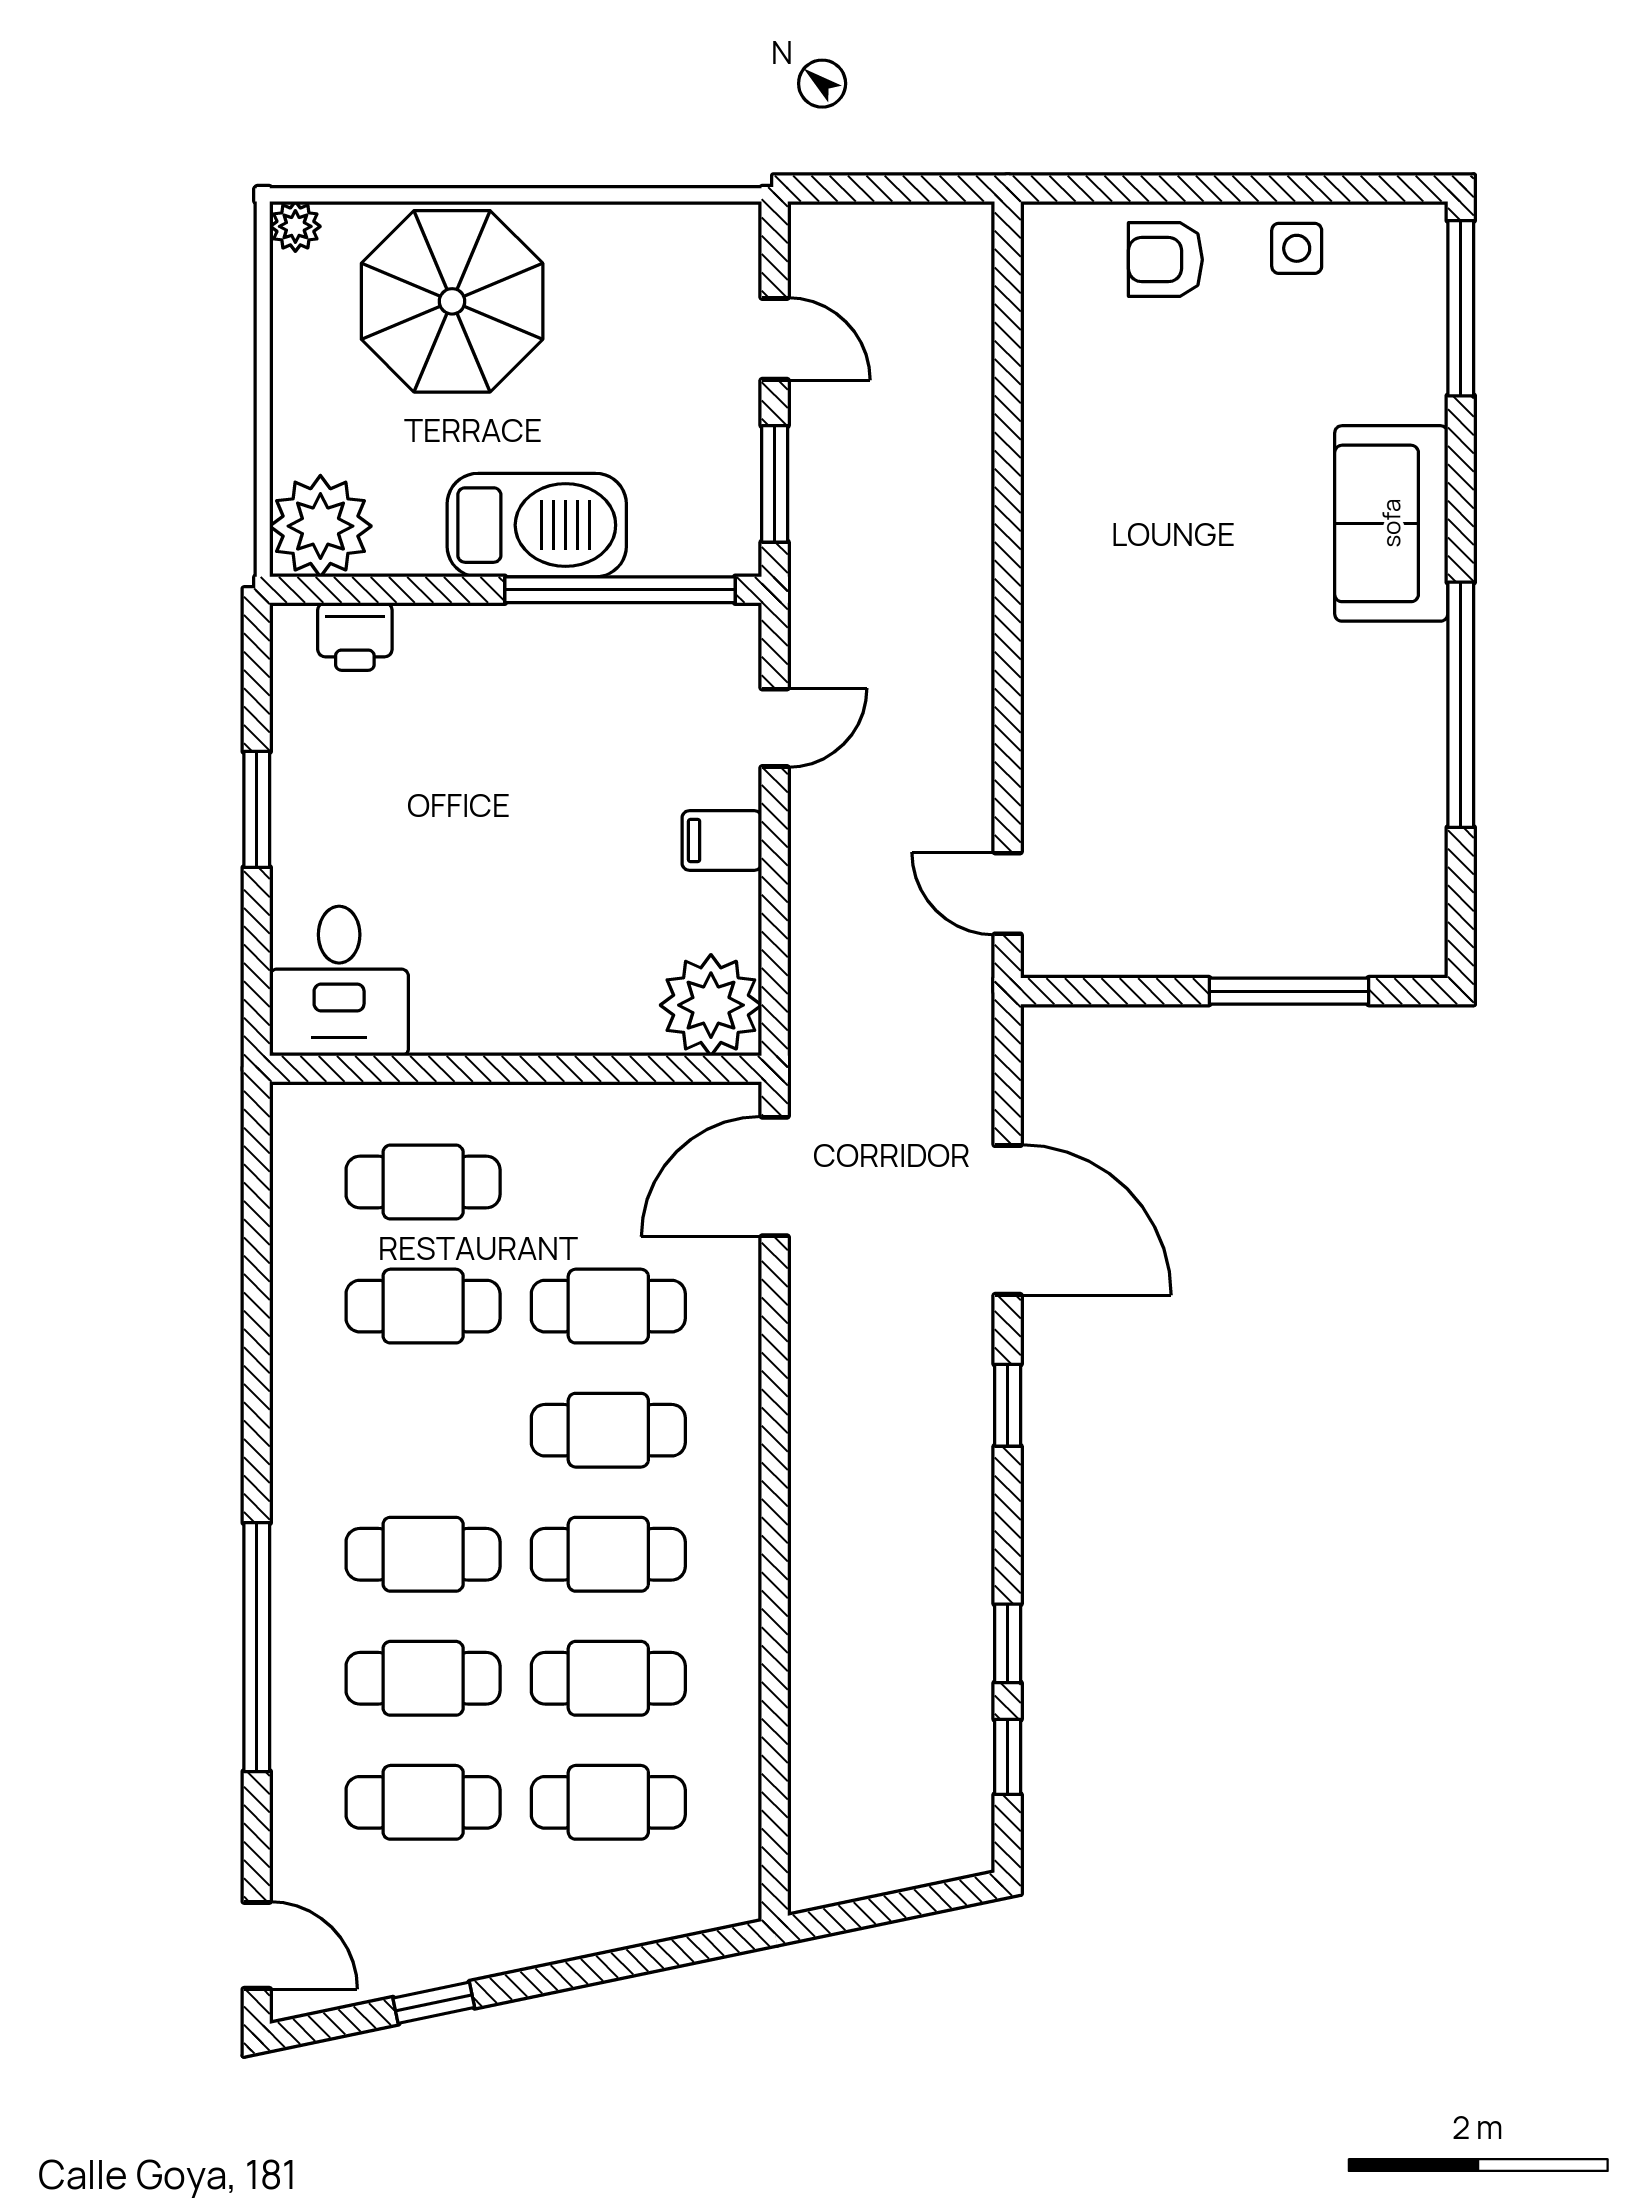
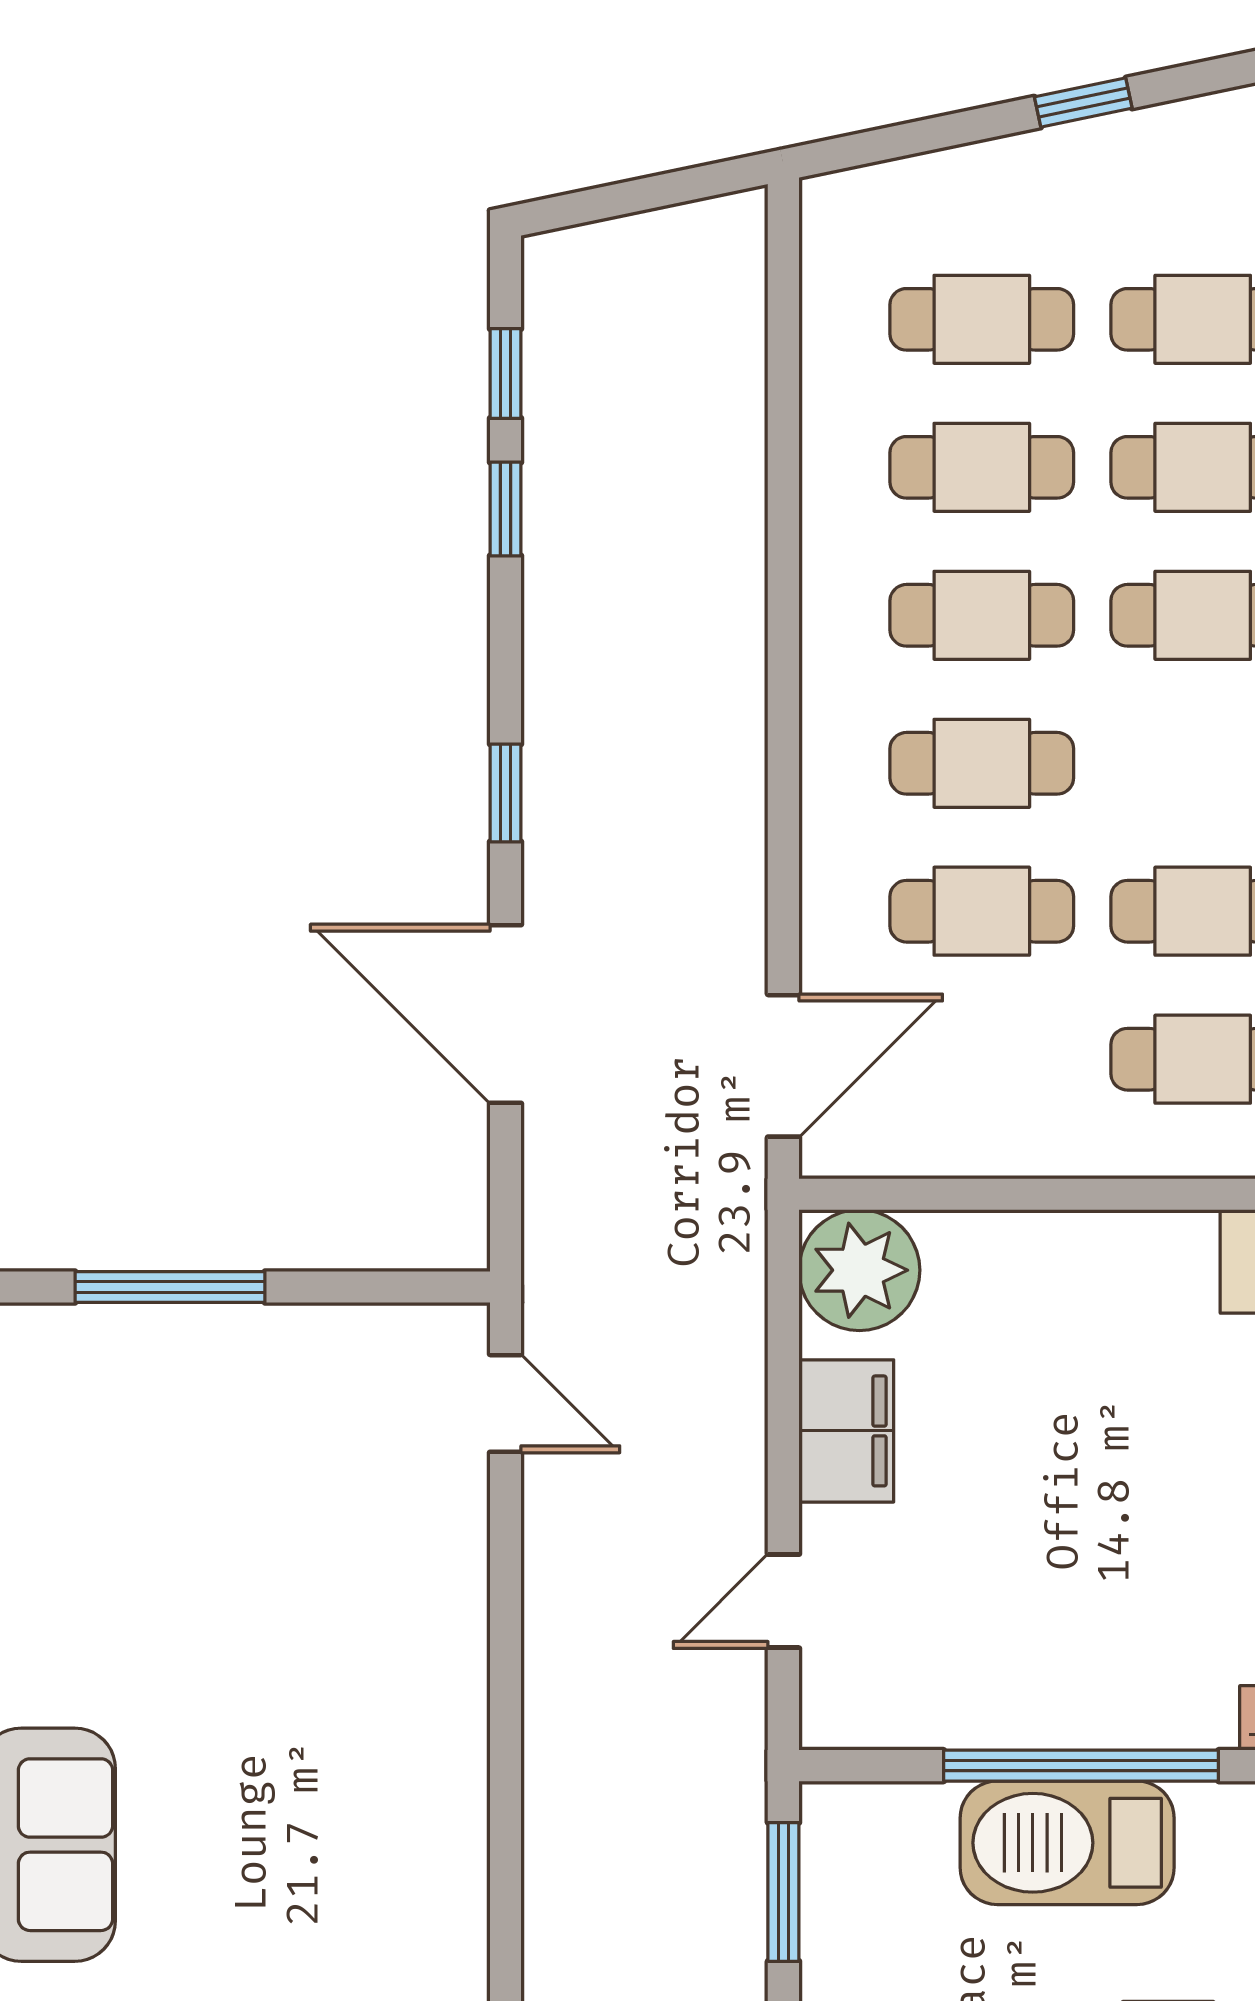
window: (620, 590) -> (1081, 1766), moved
filing cabinet: (722, 840) -> (846, 1431), width x2.00
window: (434, 2003) -> (1083, 103), moved

